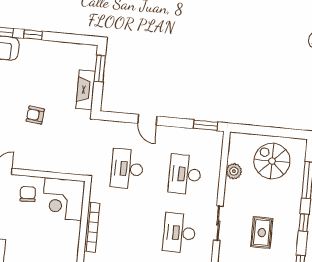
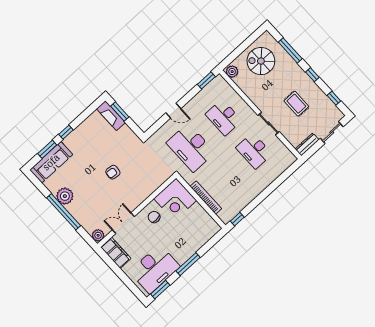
fireplace: (86, 90) -> (111, 116), moved
desk: (127, 169) -> (191, 148), width x1.36, depth x1.30
plant: (234, 171) -> (232, 72), moved

